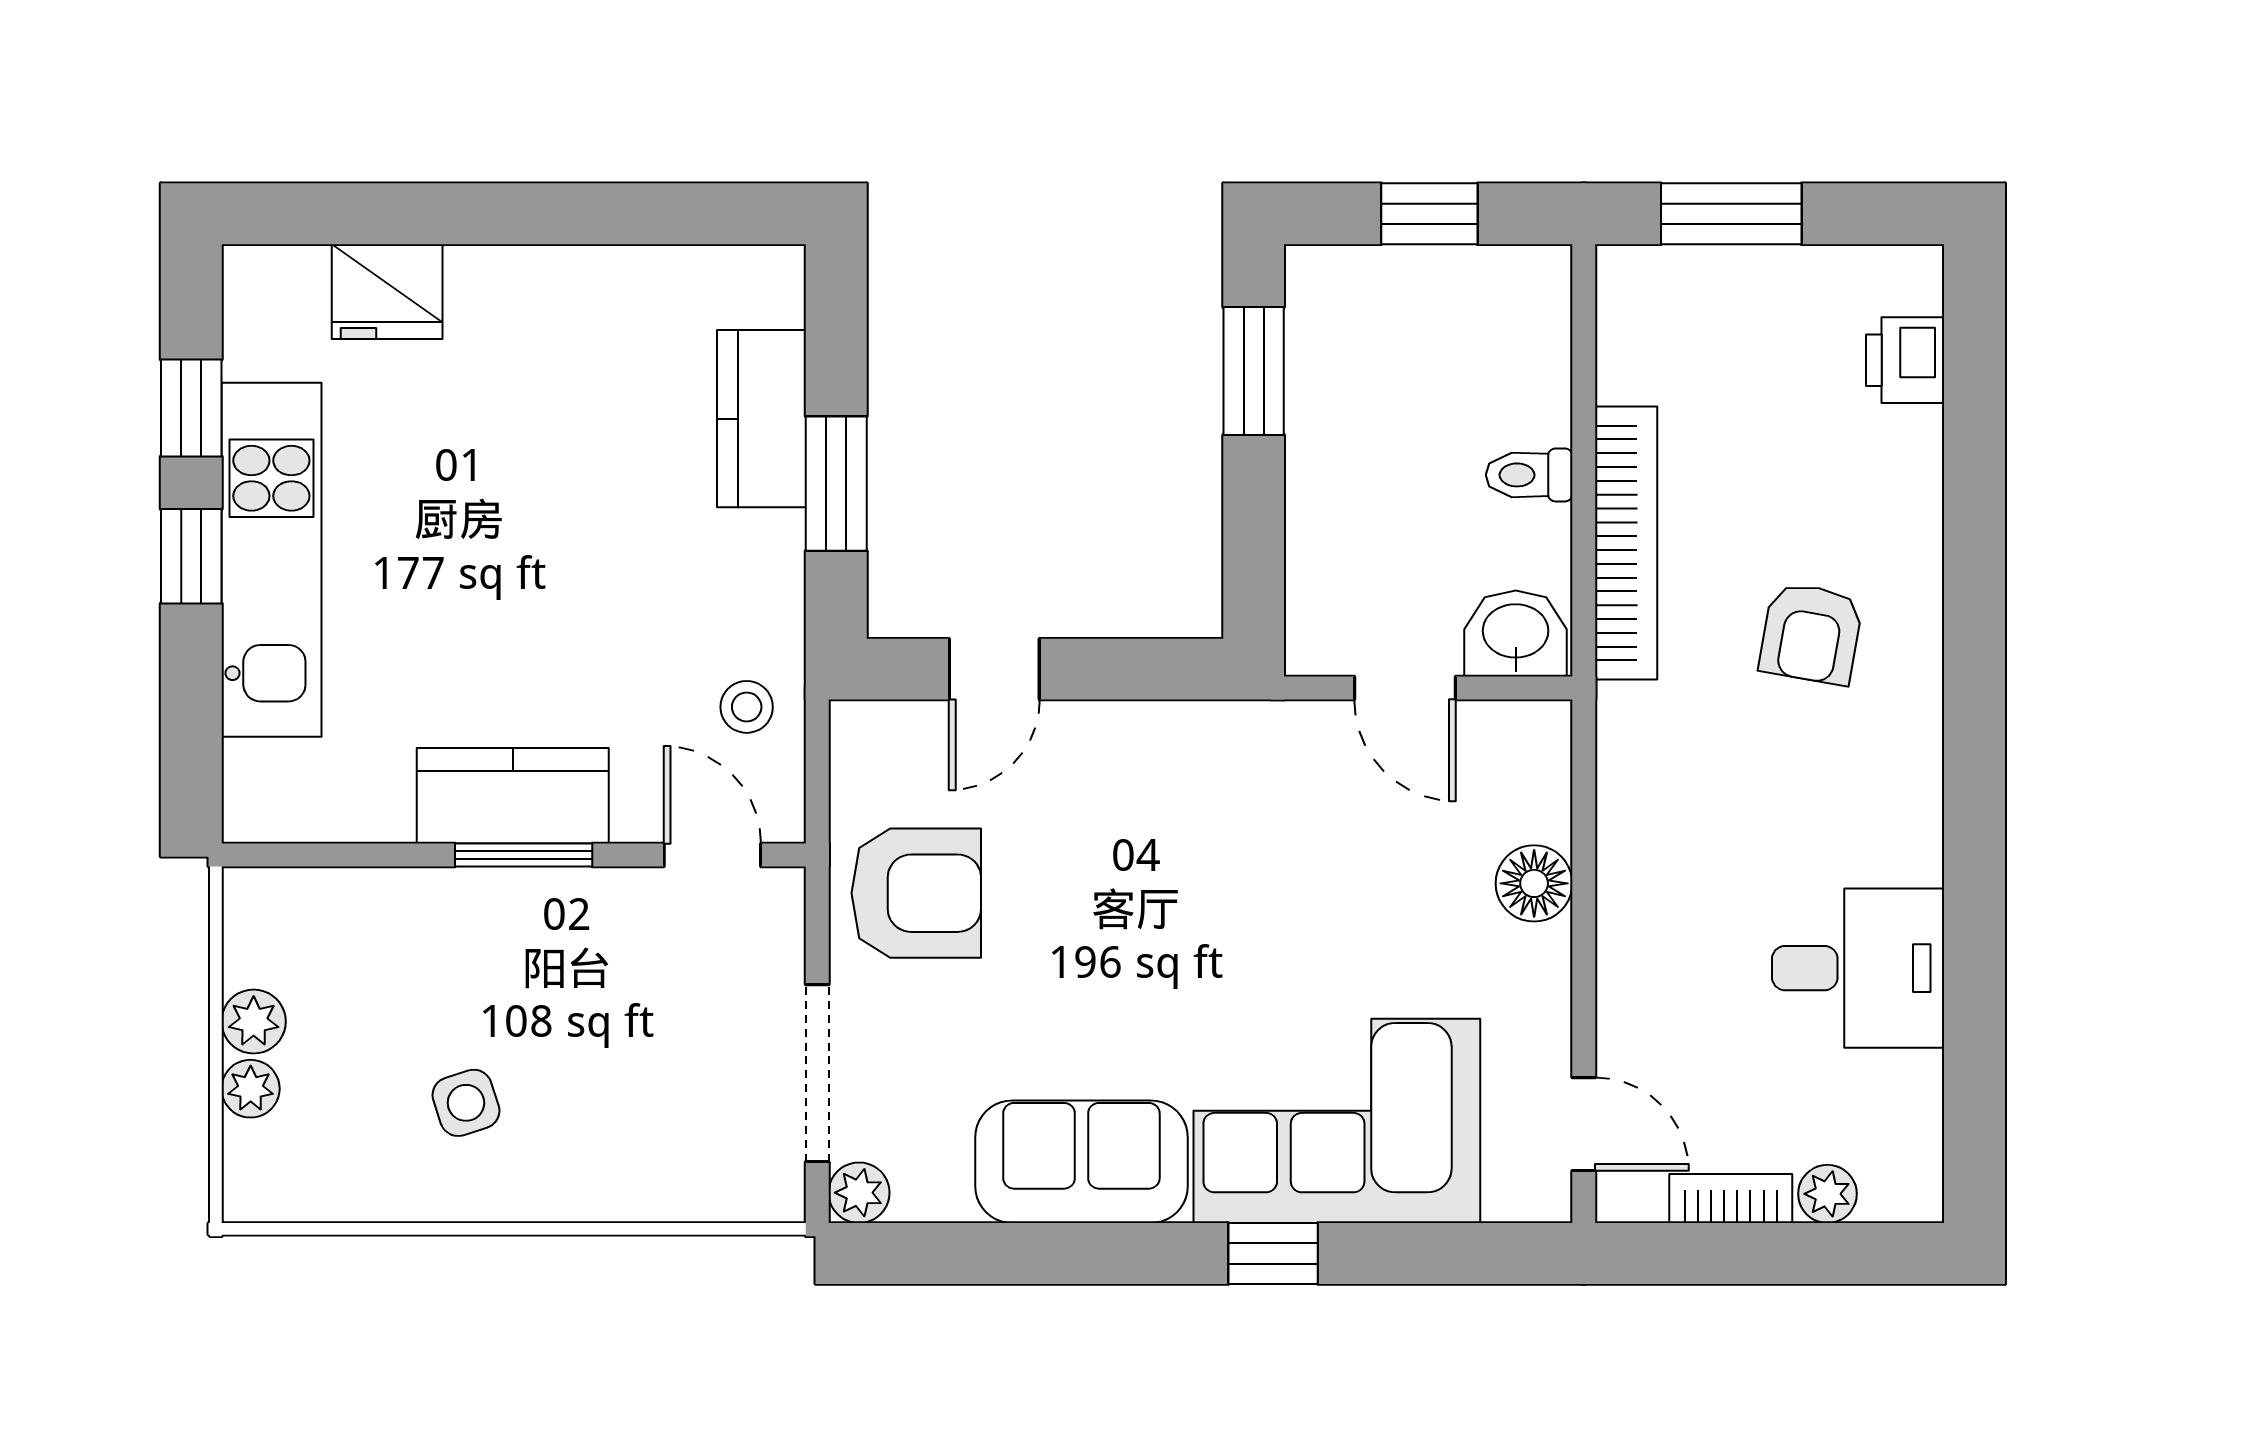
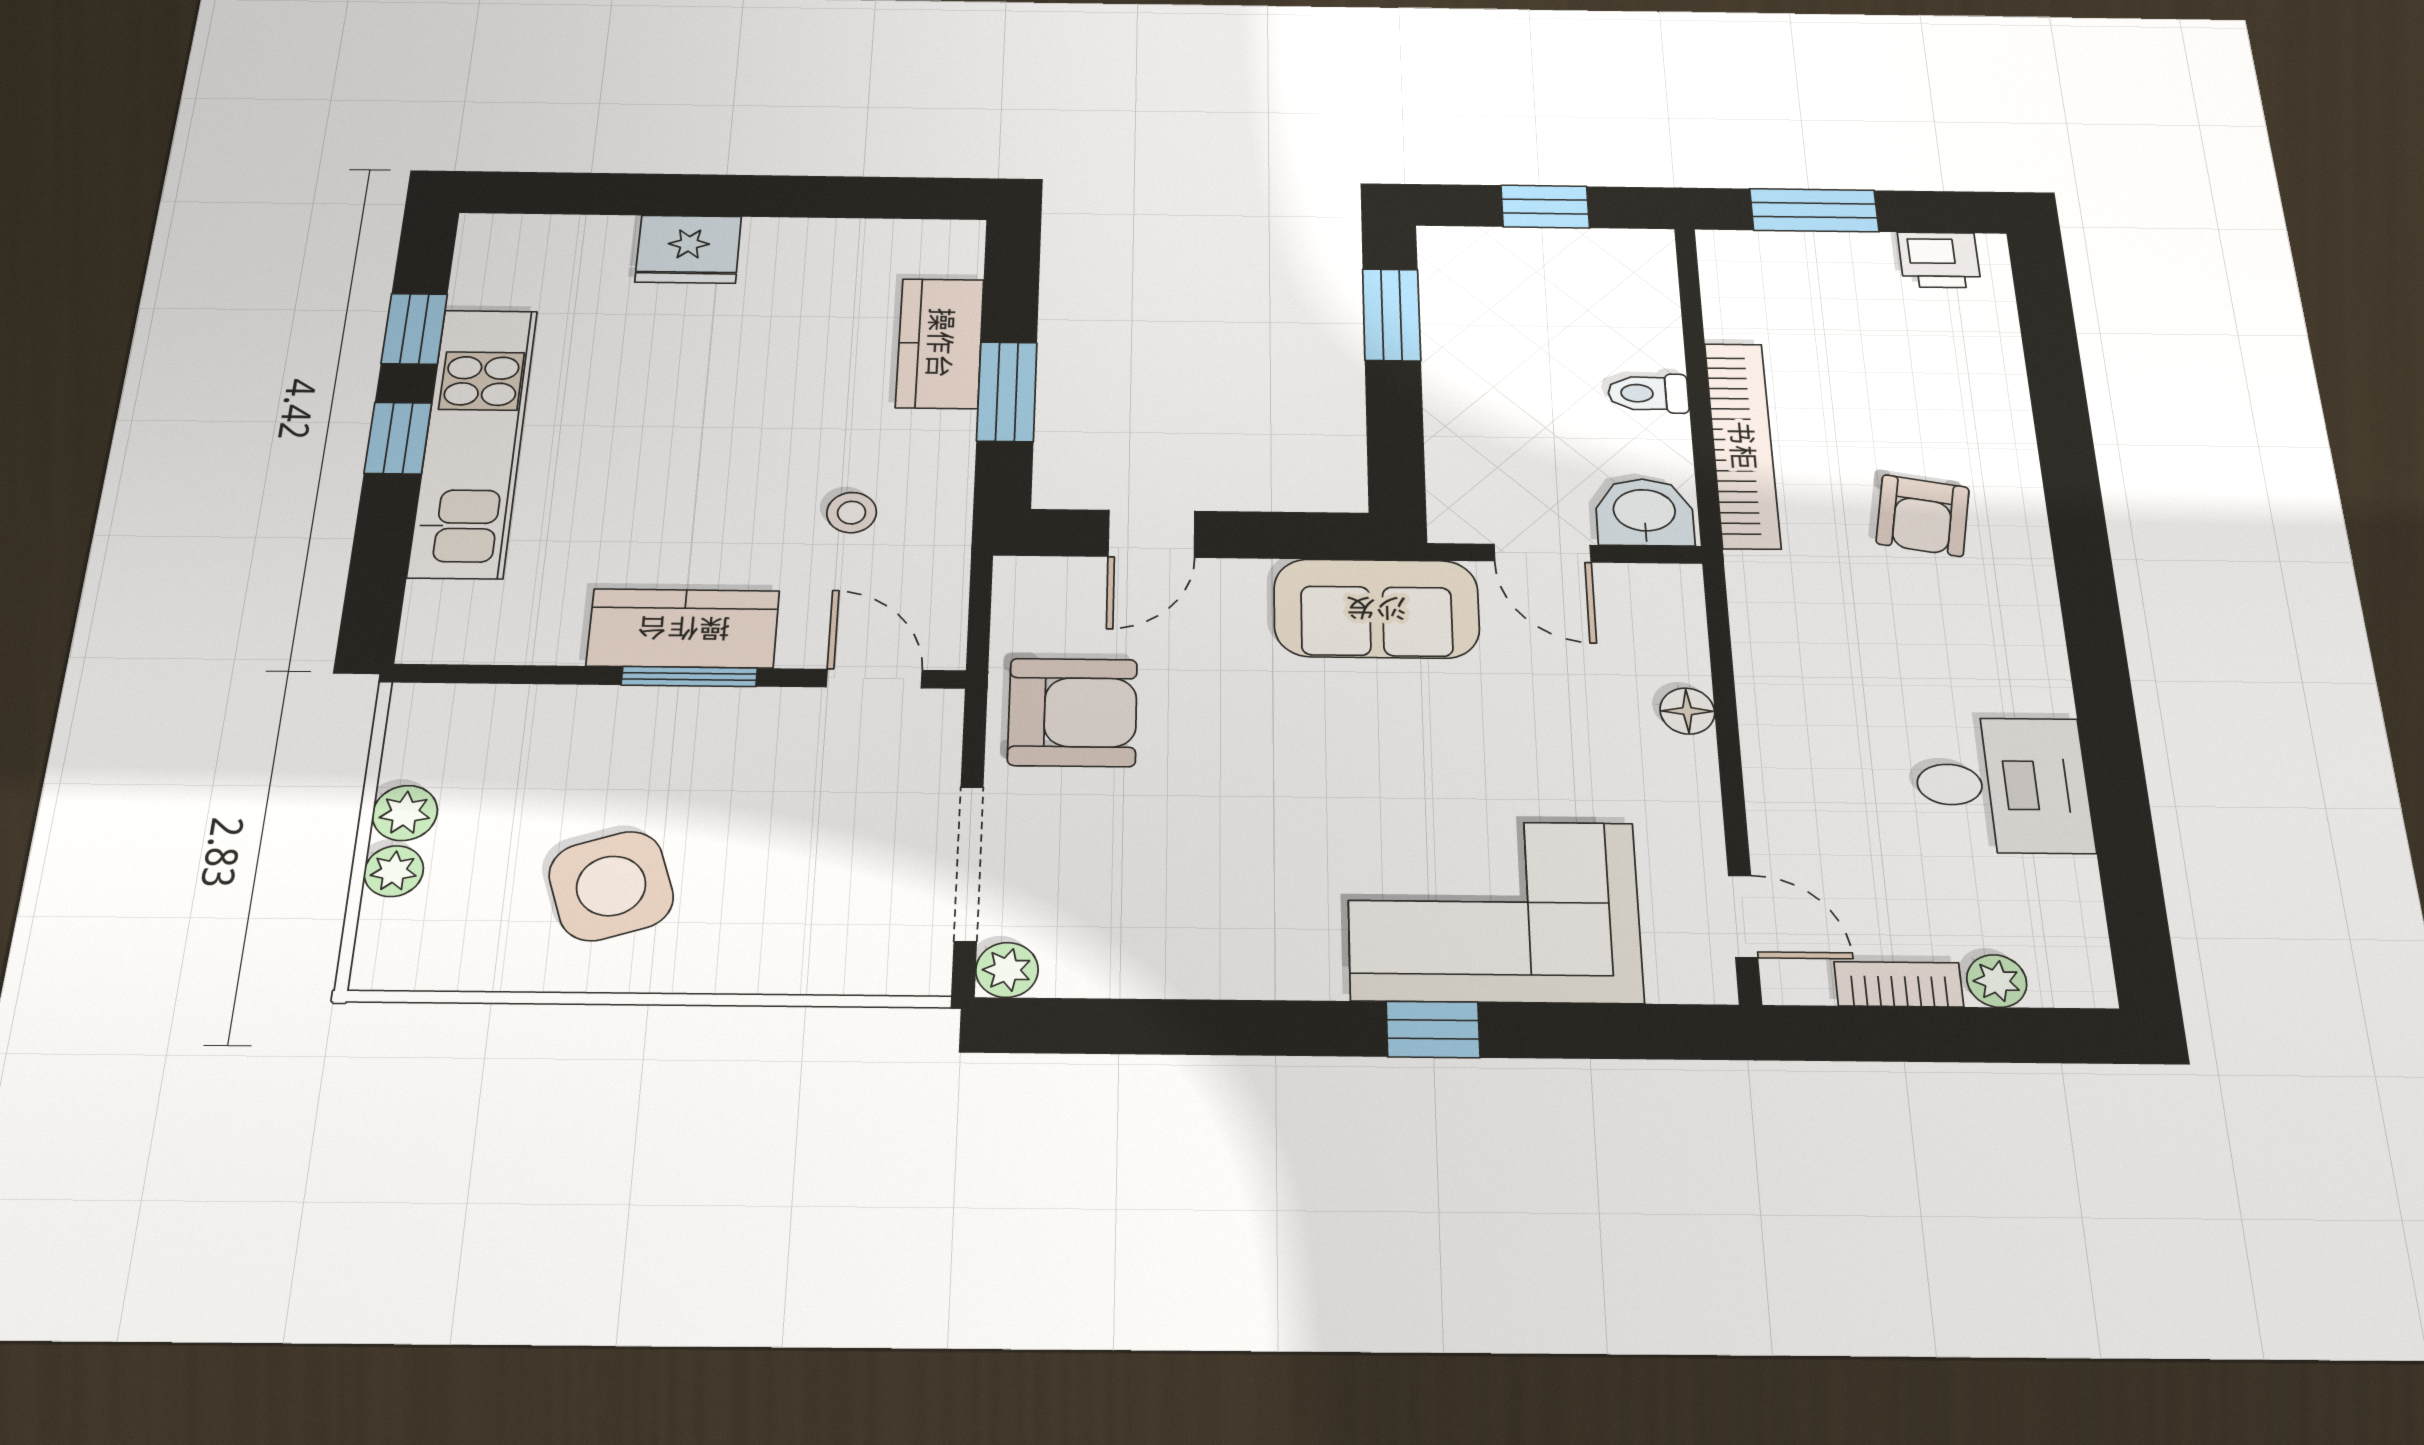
fridge: (387, 292) -> (688, 249), moved
printer: (1905, 360) -> (1939, 260), moved, turned -90
stool: (747, 707) -> (852, 513), moved
floor lamp: (1534, 883) -> (1687, 711), width x0.73, depth x0.73
side table: (466, 1103) -> (611, 886), width x1.87, depth x1.87
sofa: (1081, 1162) -> (1376, 608), moved, turned 180

